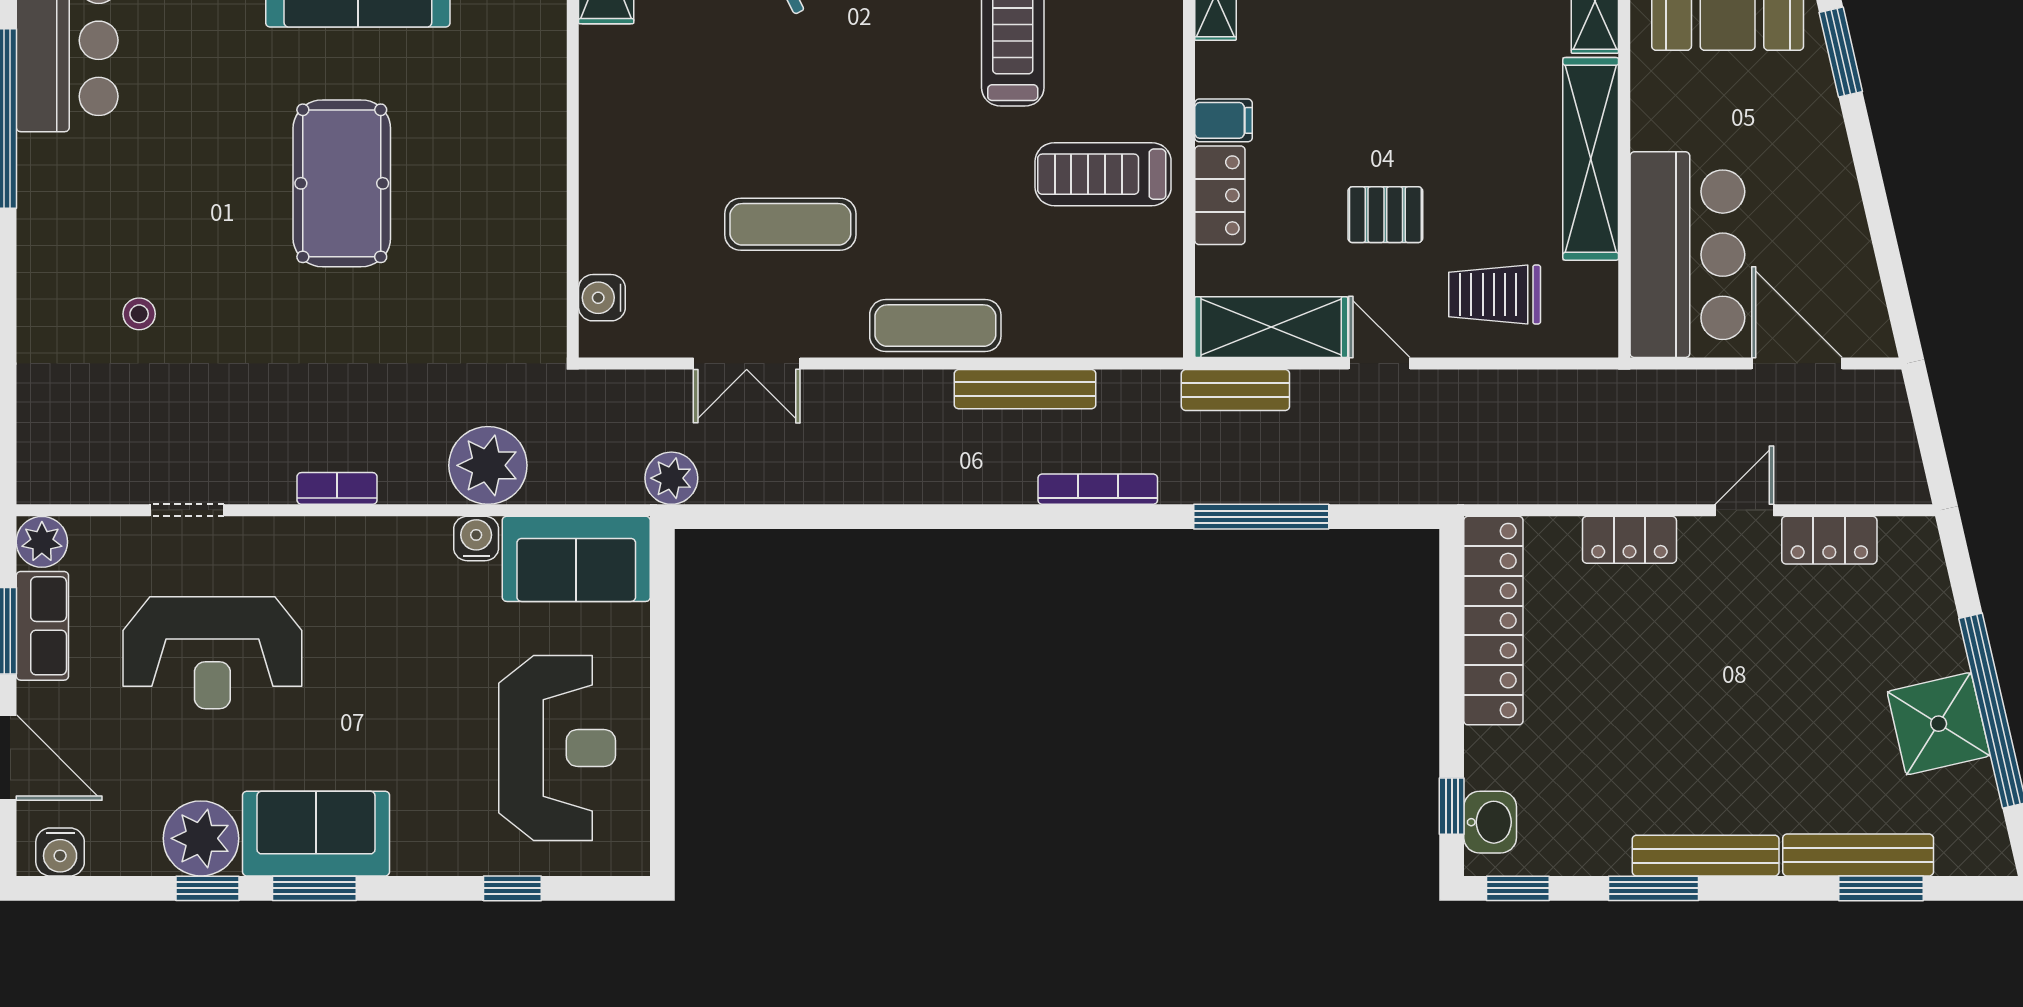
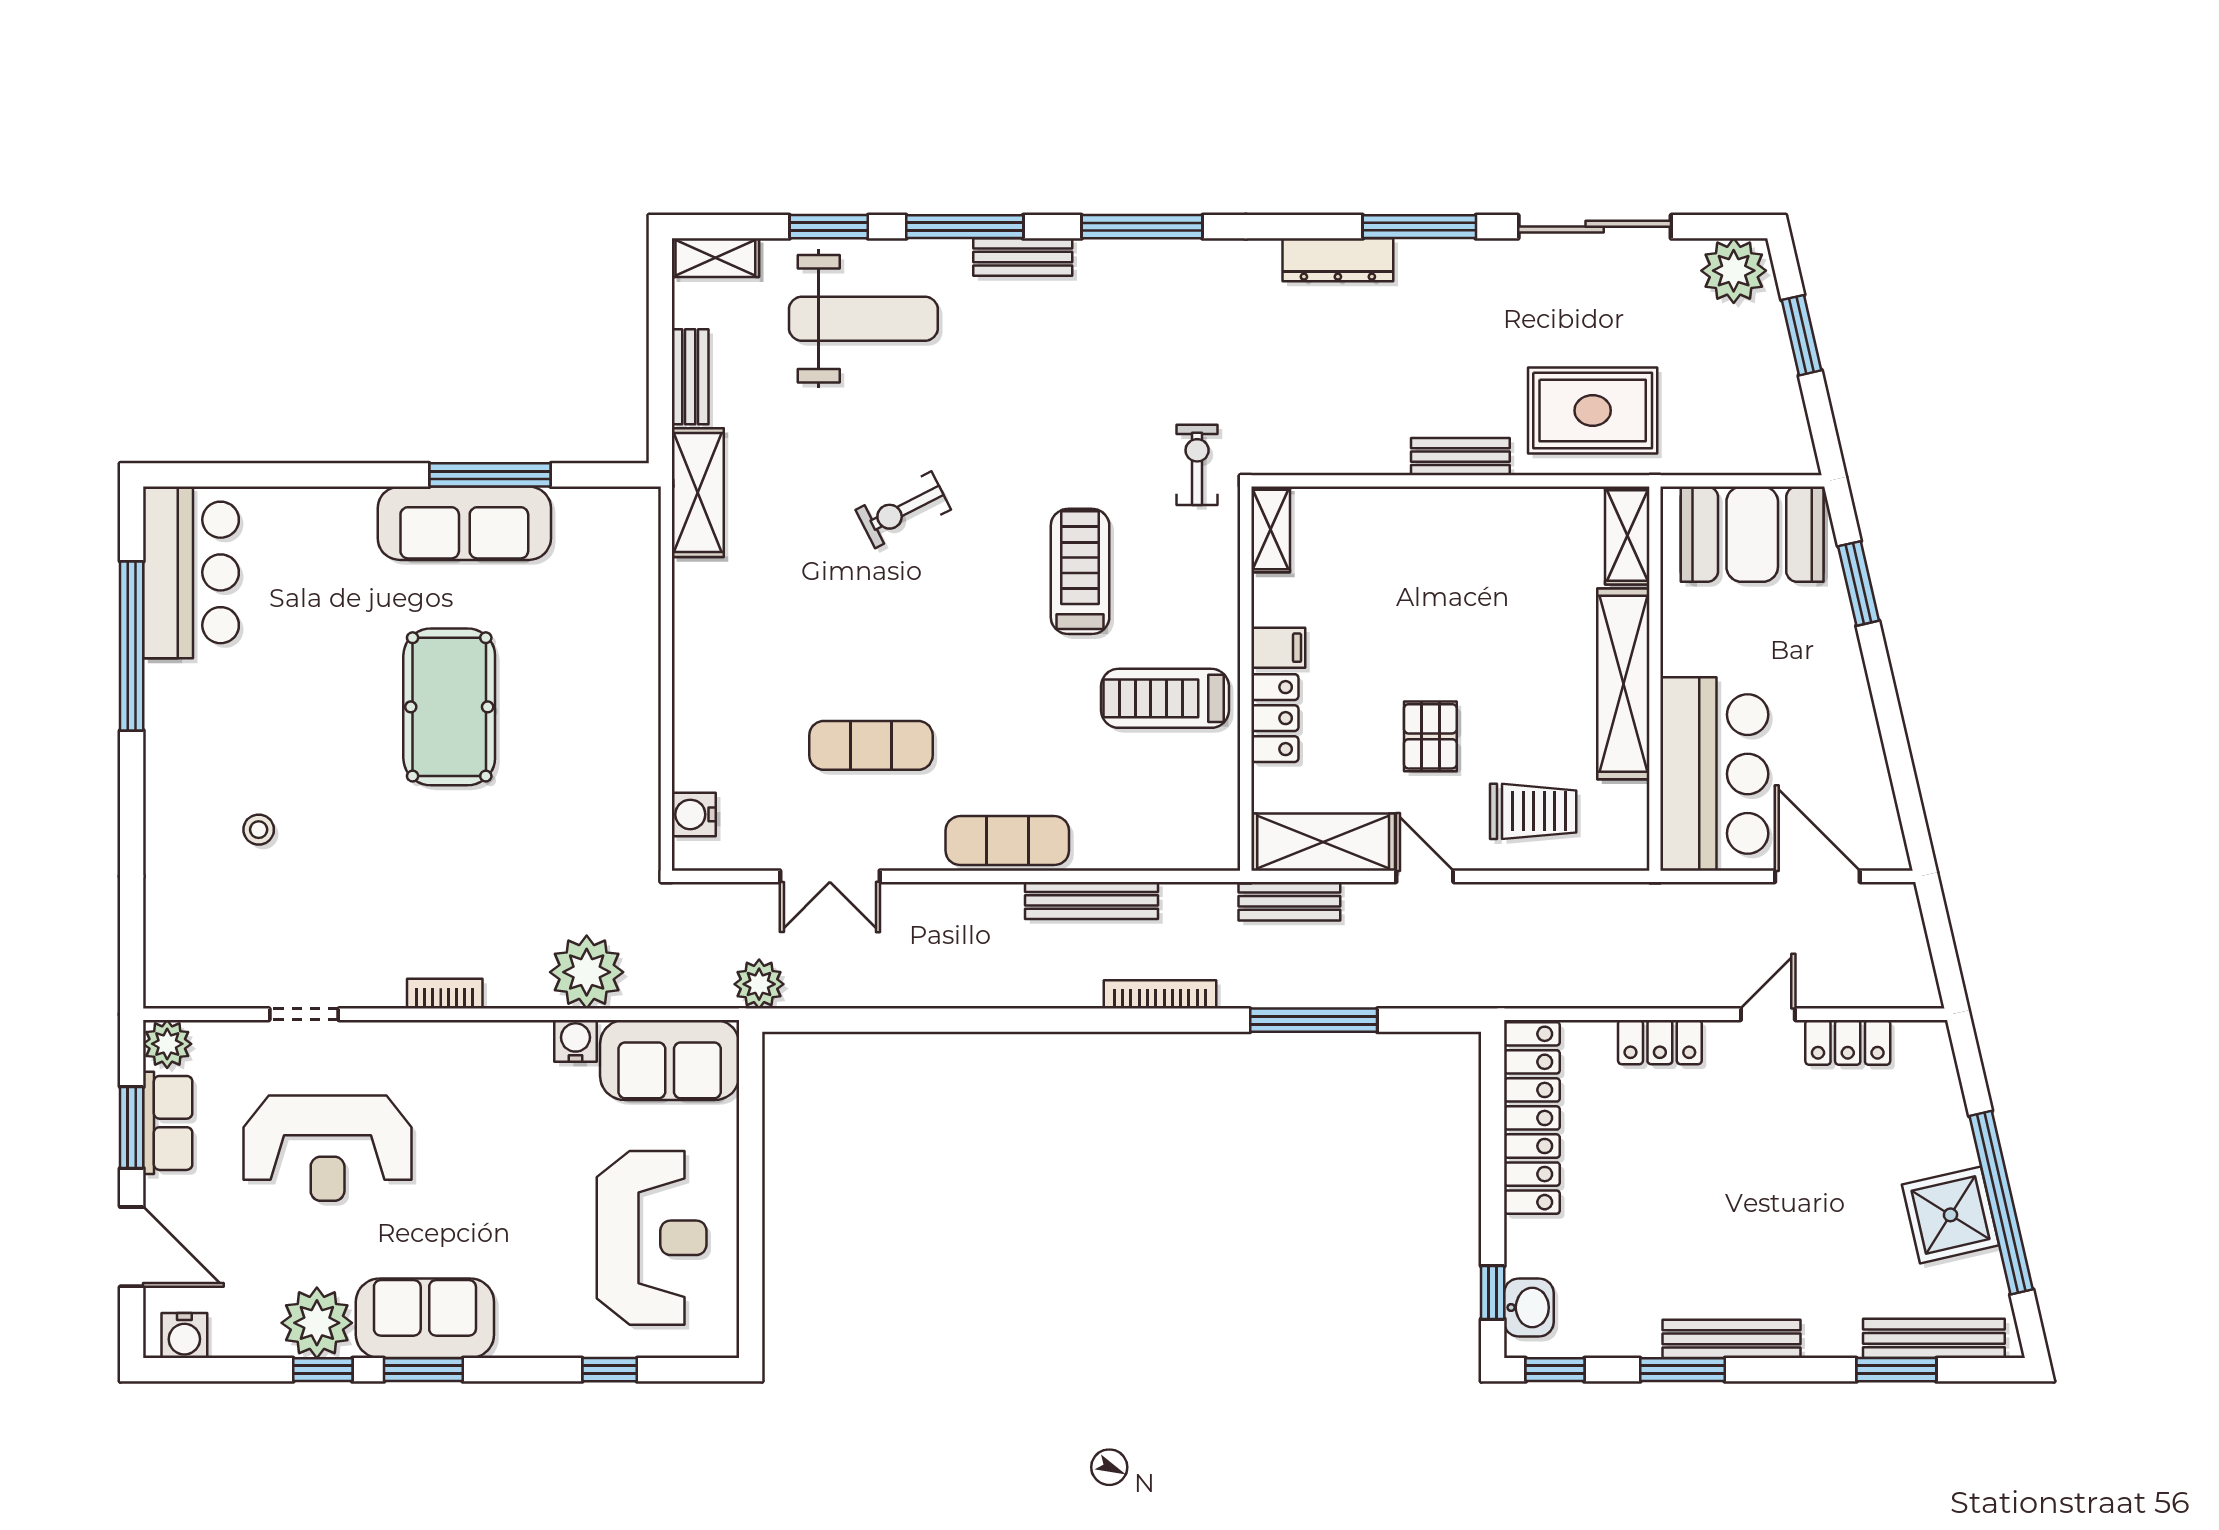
pallet: (1385, 215) -> (1430, 736), turned 90
trolley: (1495, 294) -> (1533, 811), turned 180
bench: (1858, 855) -> (1934, 1338), moved

